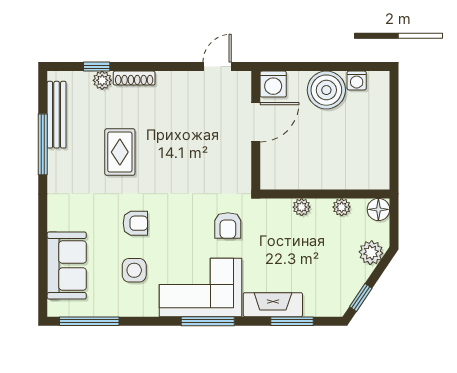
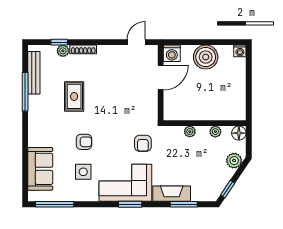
washing machine: (357, 80) -> (240, 51), moved
window: (208, 321) -> (130, 204), width x0.69

